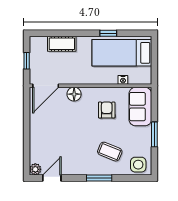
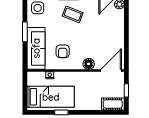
cot: (62, 44) -> (113, 104), moved
sofa: (140, 107) -> (36, 48), width x1.36
coffee table: (110, 152) -> (73, 14), moved

